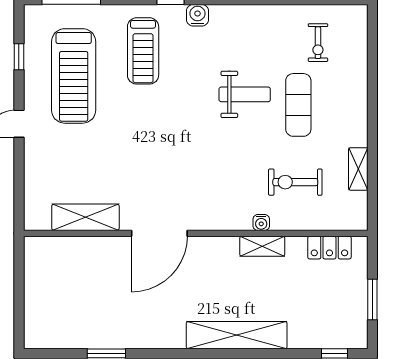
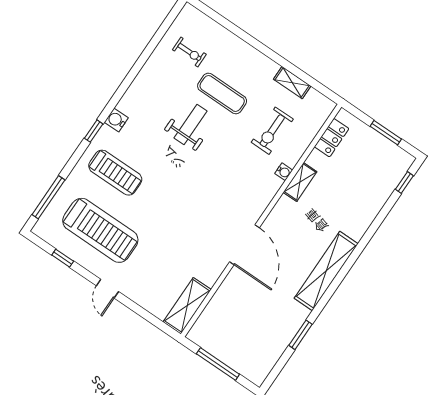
shelving: (85, 217) -> (187, 306), moved
window: (19, 289) -> (218, 364), added
shelving: (237, 335) -> (326, 271), moved

